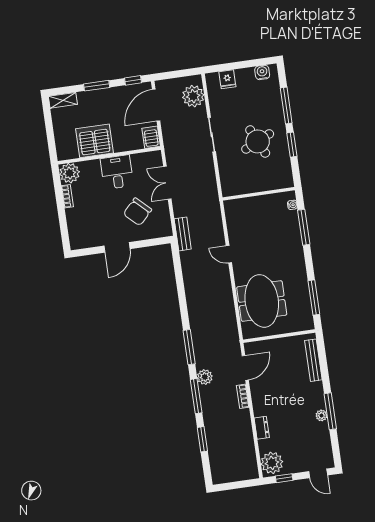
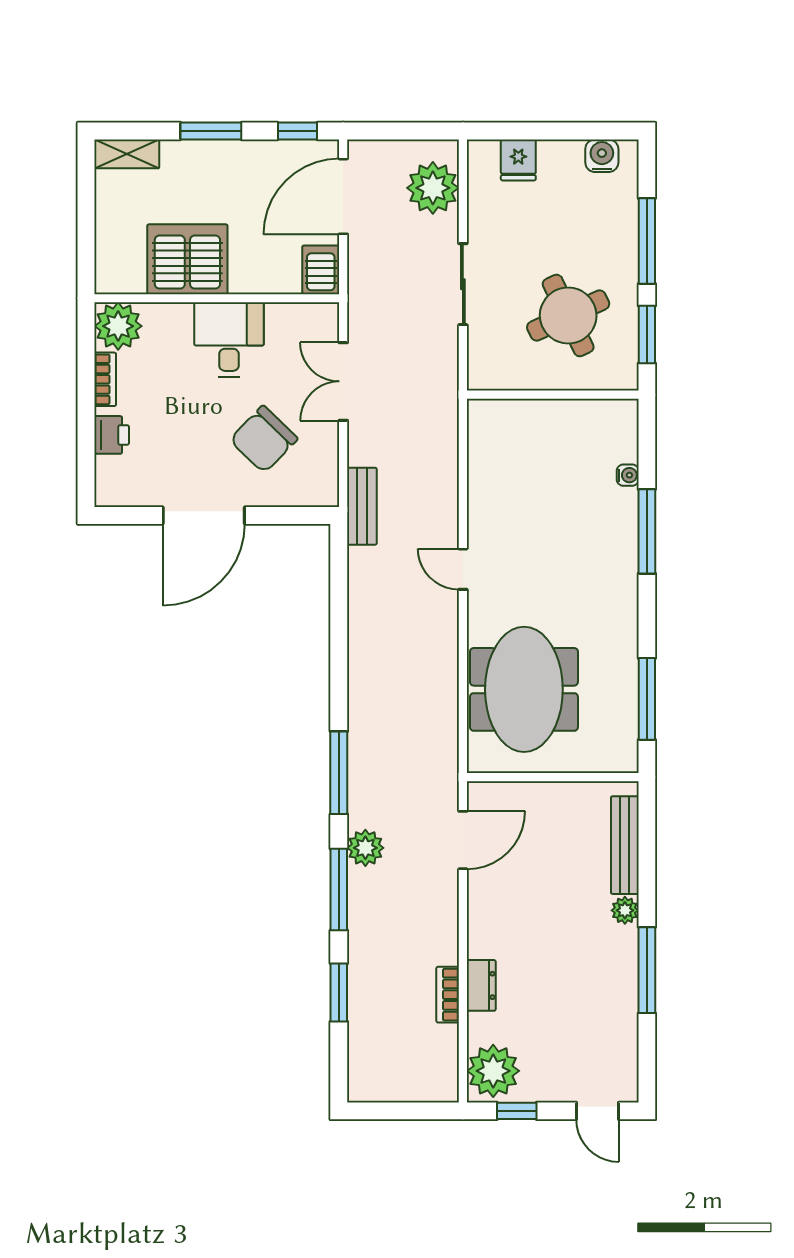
wall: (259, 194) -> (553, 395), moved
printer: (73, 219) -> (112, 435), added
door: (117, 247) -> (204, 515), width x1.36
bookcase: (243, 396) -> (448, 995), moved
plant: (321, 415) -> (625, 910), moved

